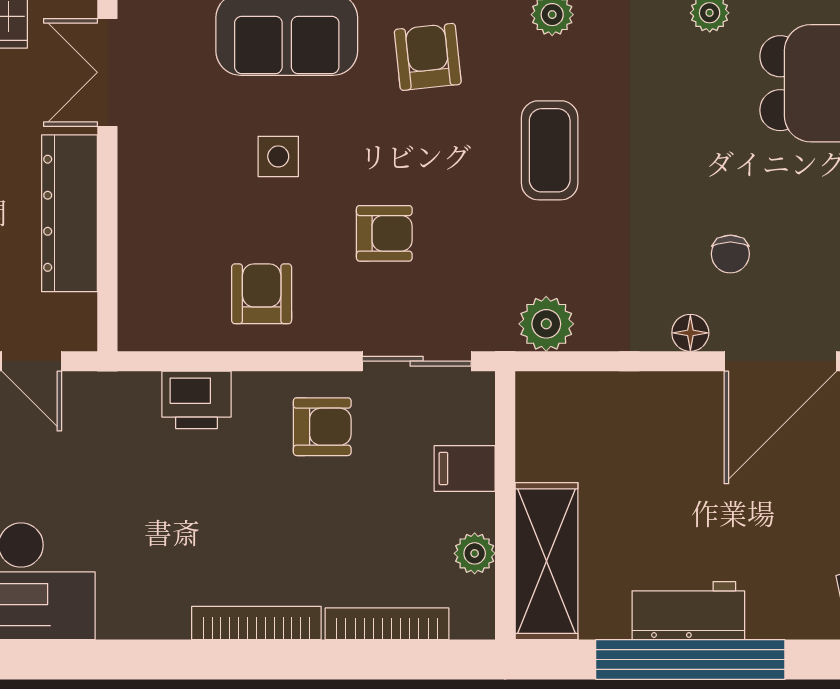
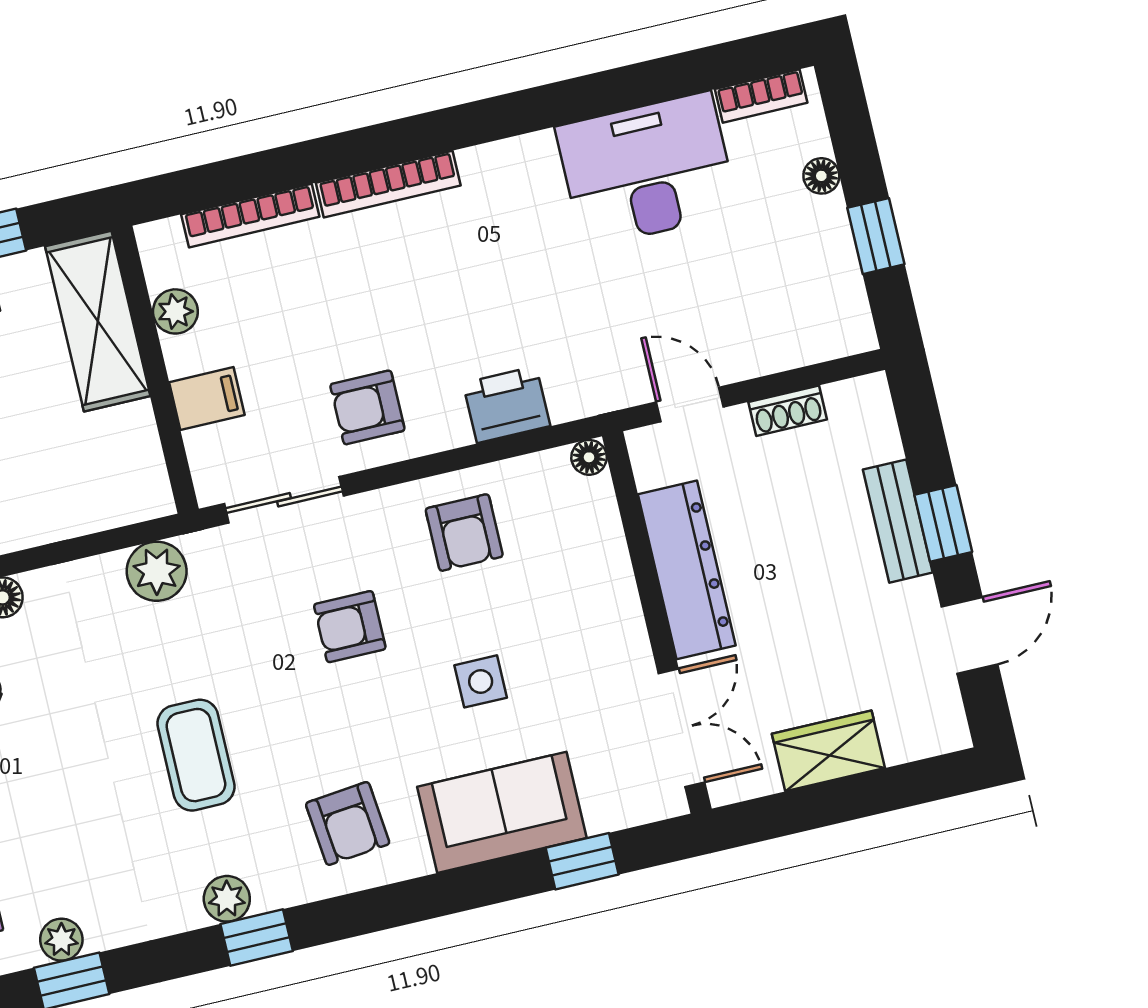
floor lamp: (134, 335) -> (589, 457), added

